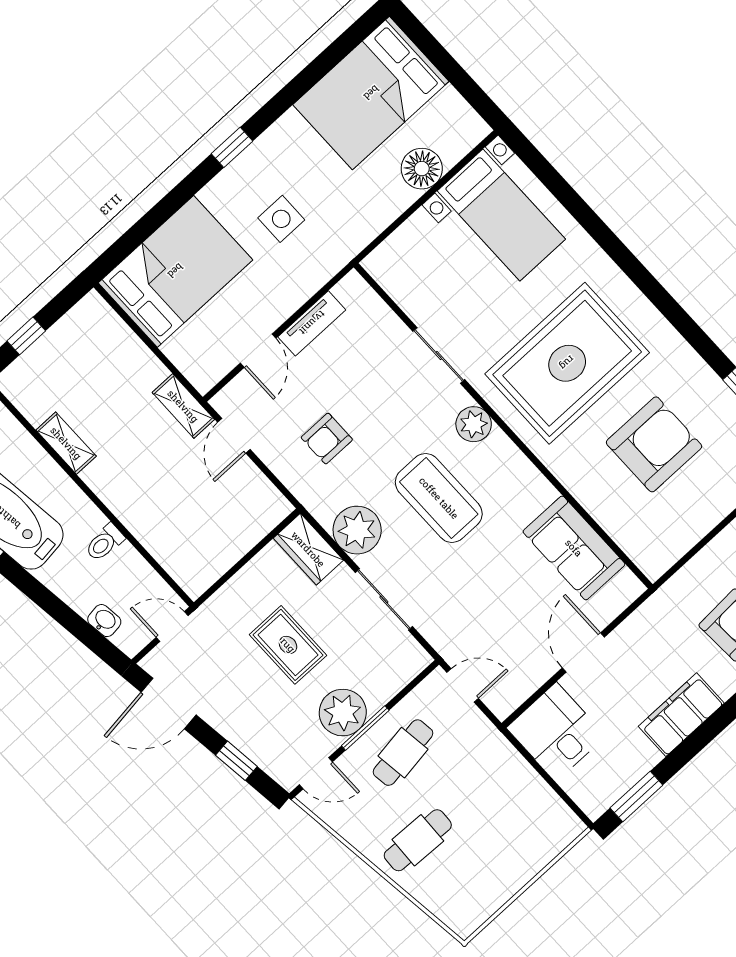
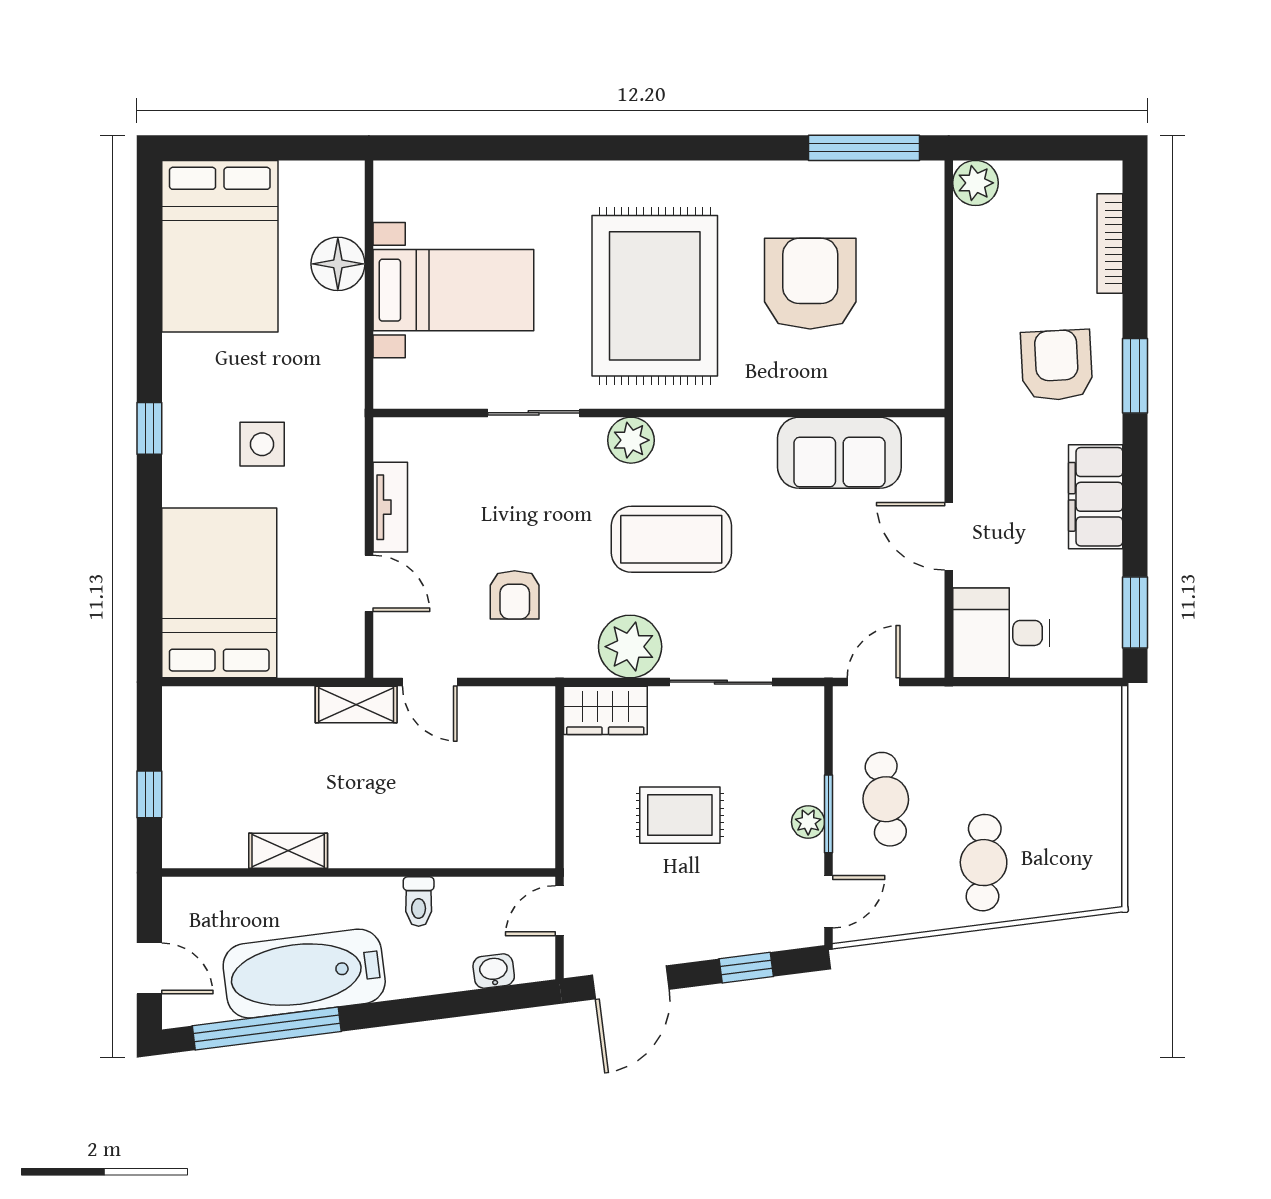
bed with nightstands: (501, 215) -> (453, 290), moved
plant: (343, 713) -> (808, 822), width x0.53, depth x0.53

